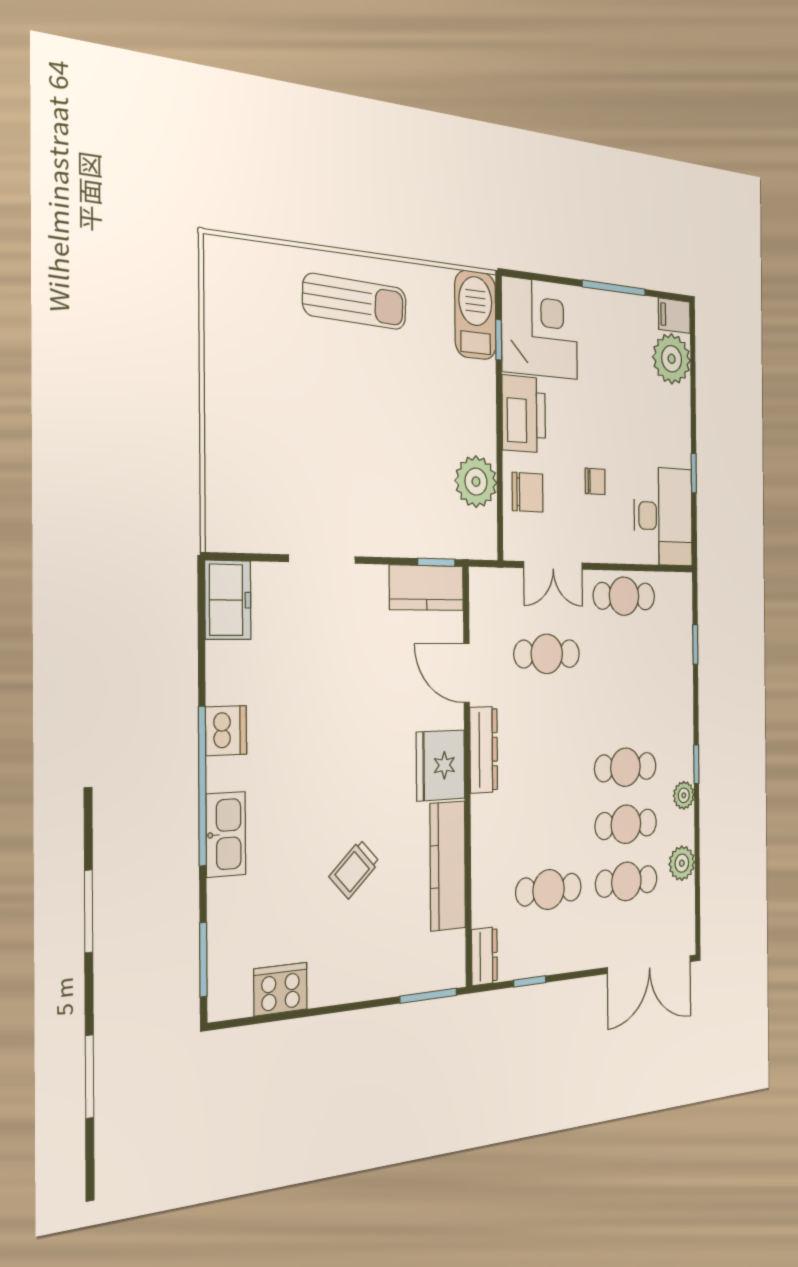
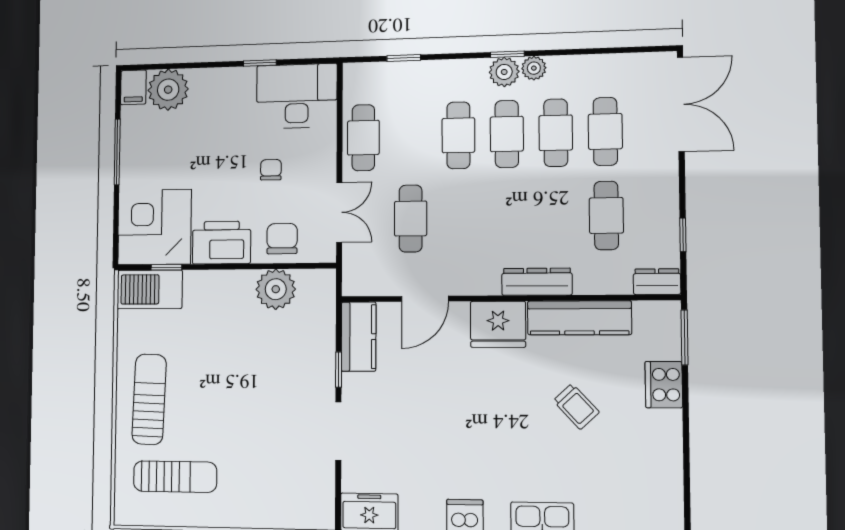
sun lounger: (265, 329) -> (175, 477), added
window: (436, 562) -> (339, 370), moved
cafe table: (625, 710) -> (458, 135), added
dresser: (484, 750) -> (537, 282), moved
plant: (682, 863) -> (504, 72), moved
cooker: (281, 989) -> (664, 385), moved

